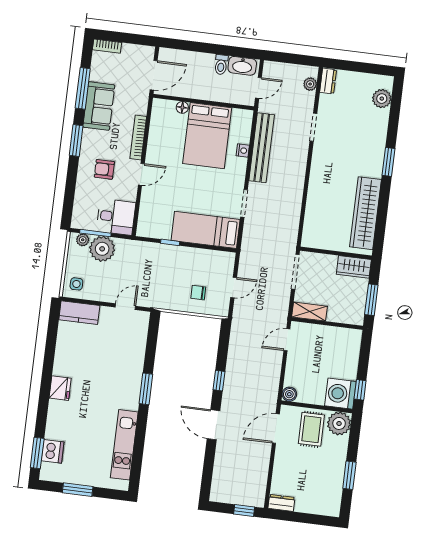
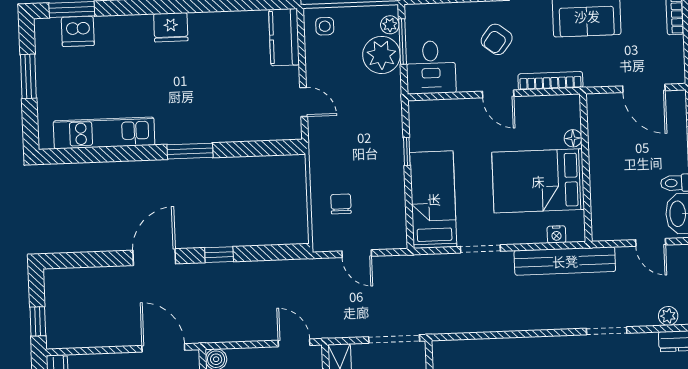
wall: (204, 102) -> (586, 168), moved
floor lamp: (182, 107) -> (573, 138), moved
bed: (207, 136) -> (538, 181), moved
armchair: (104, 169) -> (497, 39), turned -143

